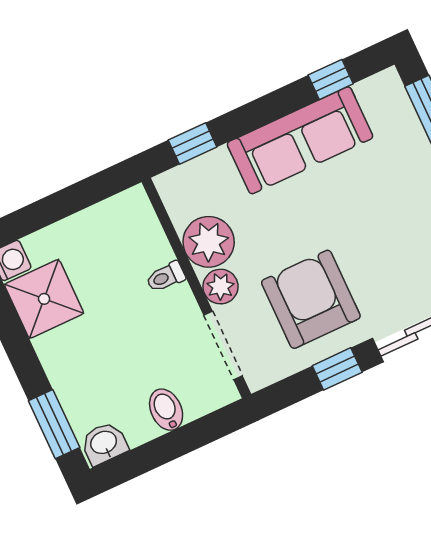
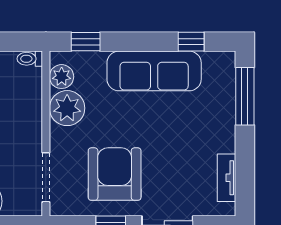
toilet: (166, 277) -> (30, 59), moved
plant: (220, 287) -> (62, 77), moved

